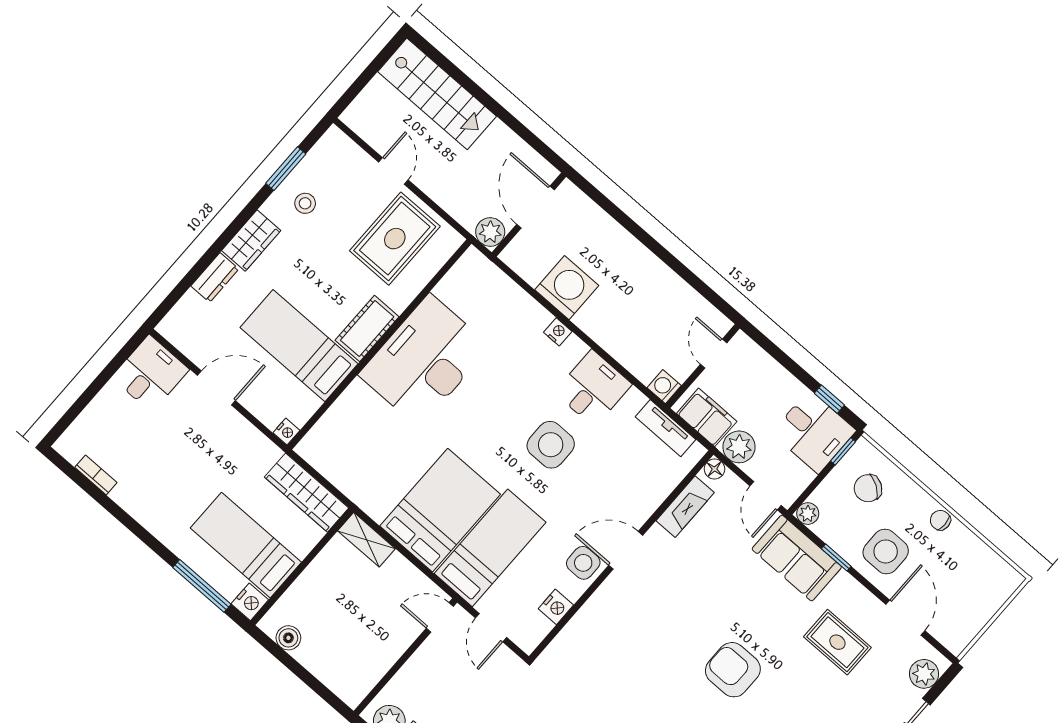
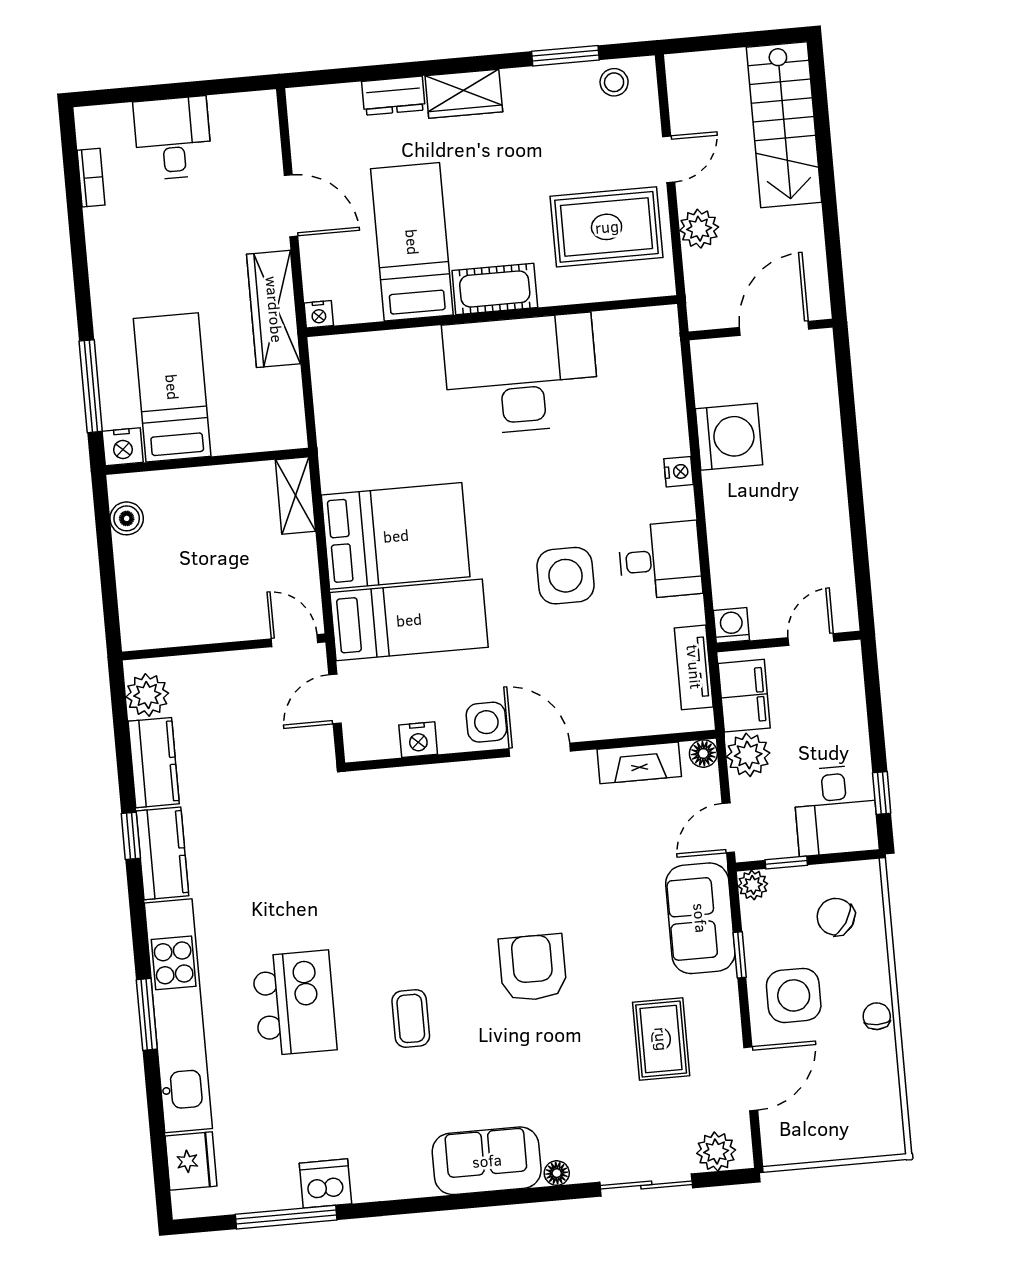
stool: (305, 203) -> (614, 82), moved
plant: (490, 232) -> (699, 229), moved
desk: (150, 373) -> (173, 138), moved, turned -90
window: (843, 451) -> (786, 863), moved
wardrobe: (307, 493) -> (274, 309), moved

